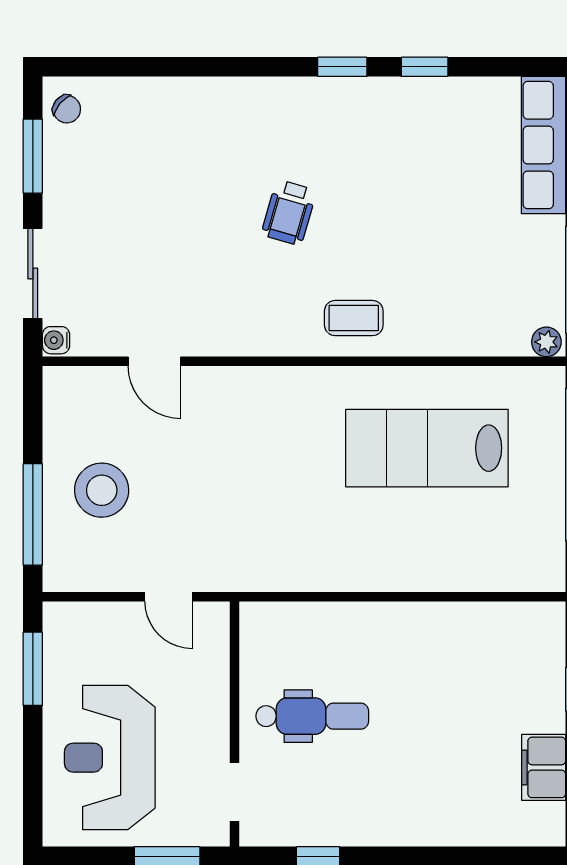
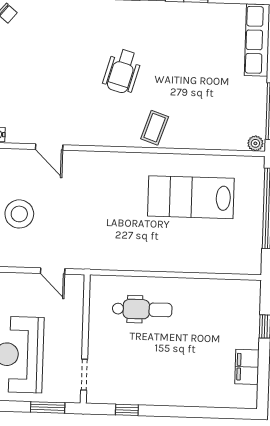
wheelchair: (289, 213) -> (122, 71), width x1.36, depth x1.37
coffee table: (354, 318) -> (155, 128), turned -71
dental chair: (312, 716) -> (142, 309), moved

